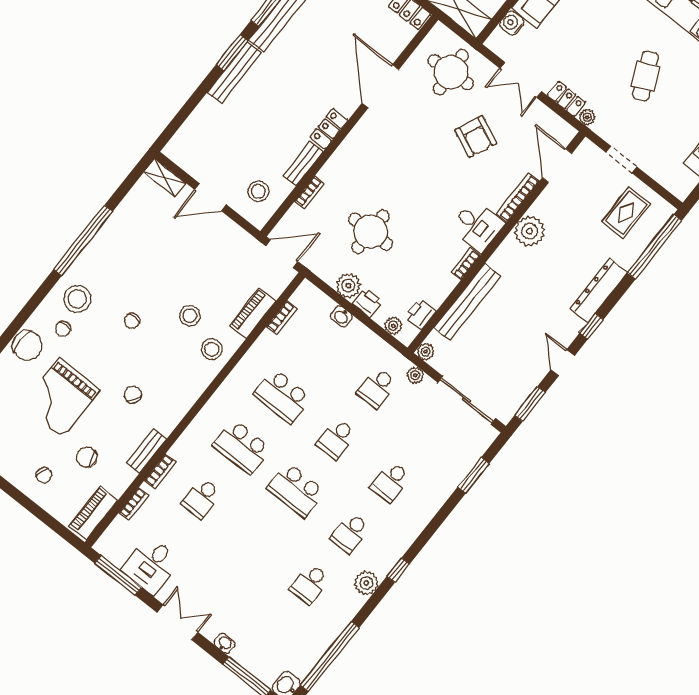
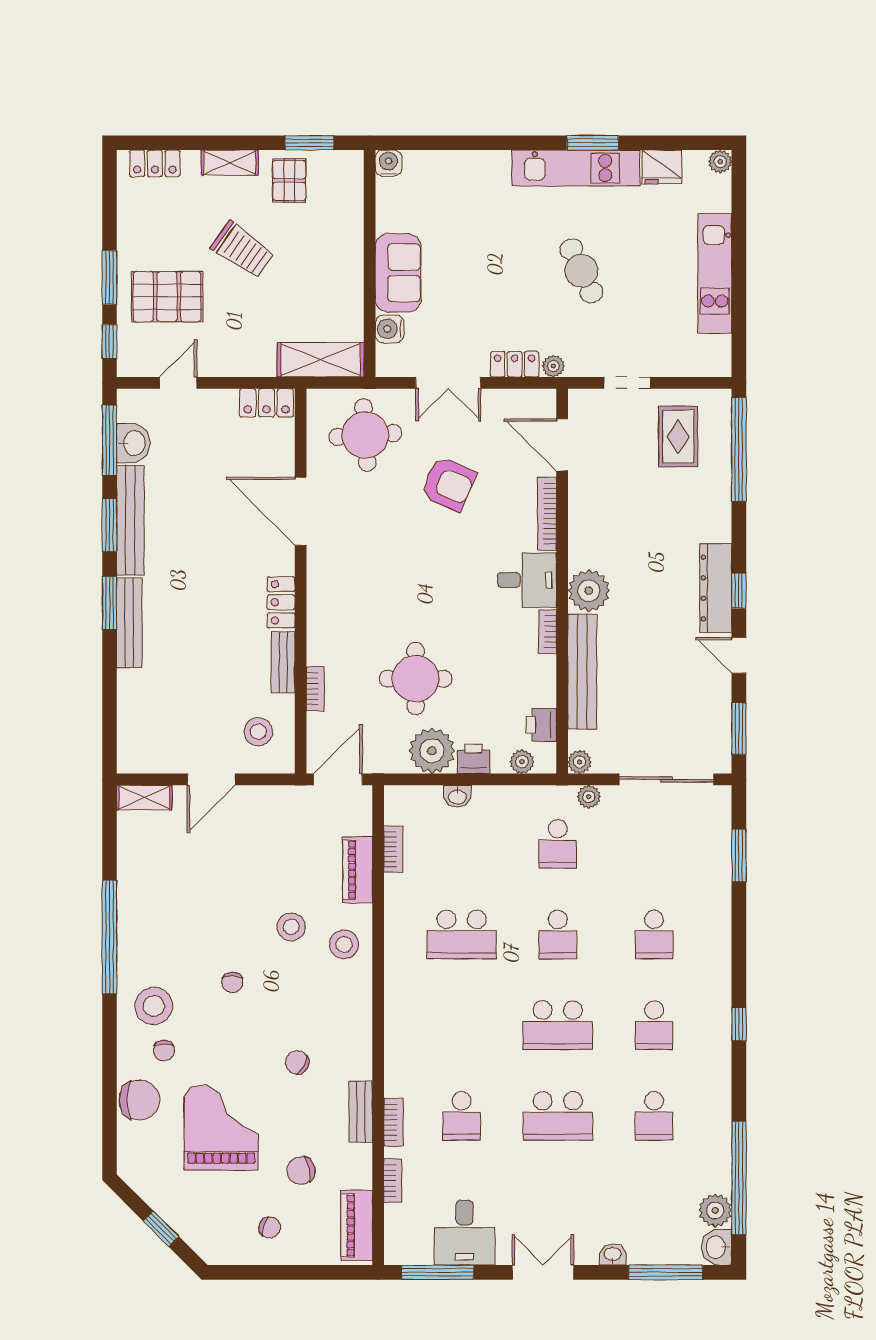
plant: (530, 231) -> (589, 591), moved
plant: (348, 286) -> (432, 751), width x1.36, depth x1.36
dresser: (599, 291) -> (716, 588), moved
grand piano: (61, 397) -> (221, 1128), turned 180
school desk: (242, 447) -> (558, 1116), moved
plant: (366, 583) -> (715, 1210), moved

